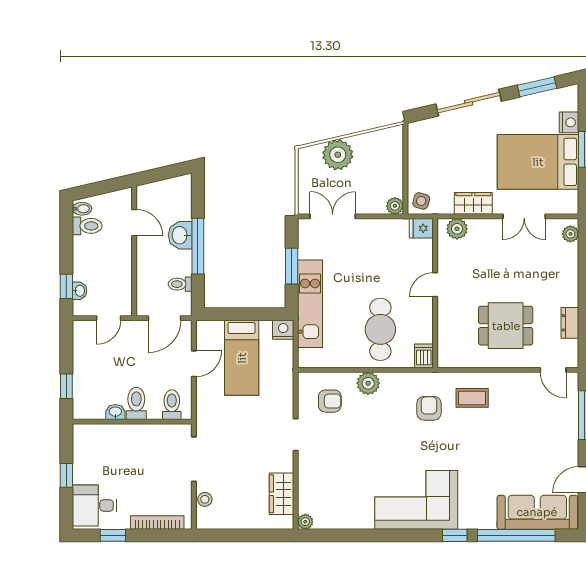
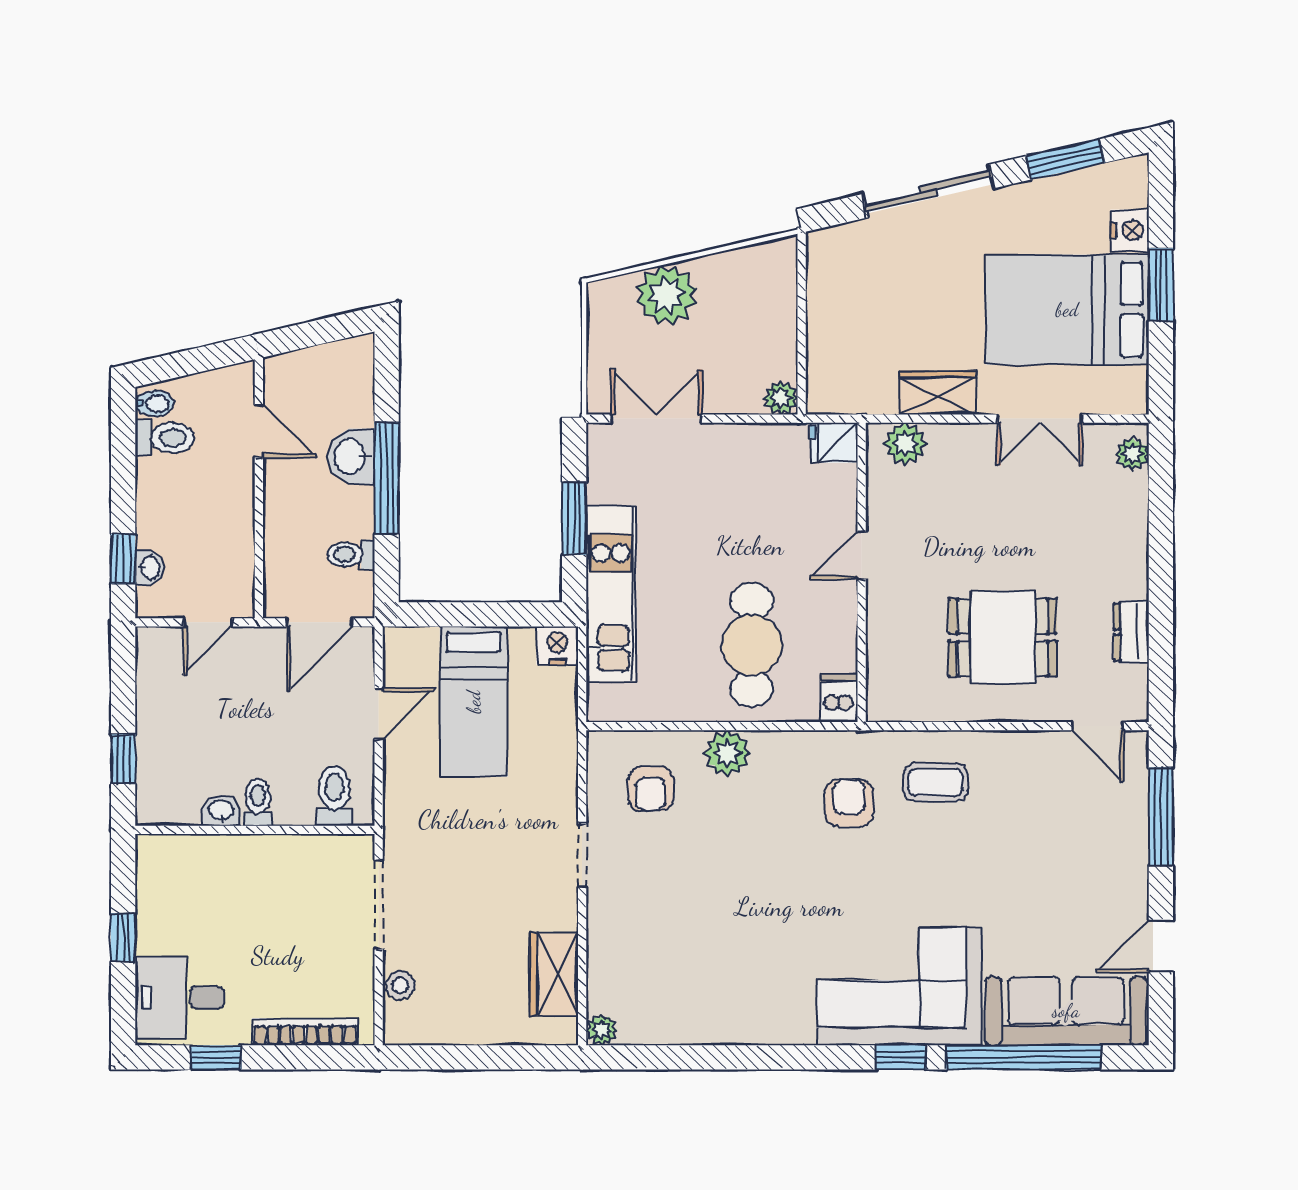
side table: (421, 201) -> (834, 388), removed
armchair: (330, 401) -> (651, 789), turned 90
toilet: (136, 403) -> (258, 802), width x0.73, depth x0.72
corner sofa: (416, 500) -> (900, 986), moved

